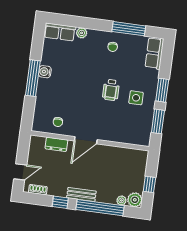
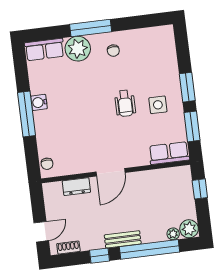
window: (129, 29) -> (91, 28), moved
plant: (82, 33) -> (78, 49), width x1.88, depth x1.88
row of seats: (154, 53) -> (169, 153), moved, turned 90
chair: (58, 122) -> (47, 164), moved
window: (149, 184) -> (200, 189), moved

